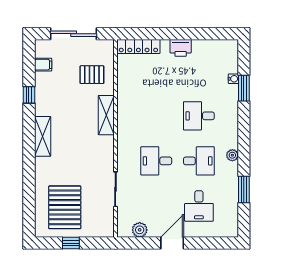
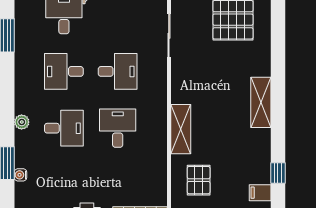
pallet: (92, 75) -> (199, 180), turned 90
window: (29, 95) -> (278, 173), moved
desk: (156, 116) -> (118, 128), added
plant: (232, 155) -> (22, 122), moved

